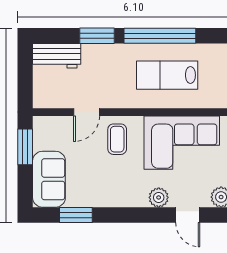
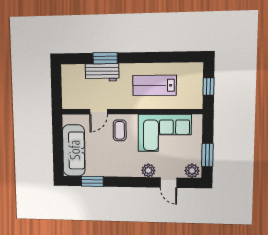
window: (160, 36) -> (149, 57), removed
workbench: (57, 56) -> (102, 72), moved
window: (25, 147) -> (58, 135), removed
sofa: (49, 179) -> (74, 150), width x1.36

